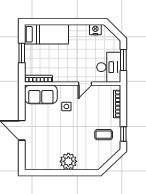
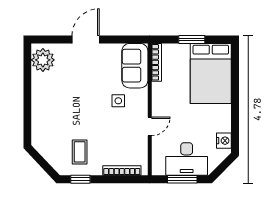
bed: (47, 34) -> (211, 73), width x1.50
desk: (109, 67) -> (187, 159), moved
door: (85, 84) -> (150, 126), swing flipped
plant: (68, 161) -> (43, 60), moved

